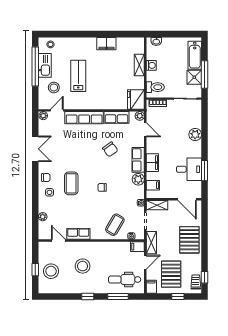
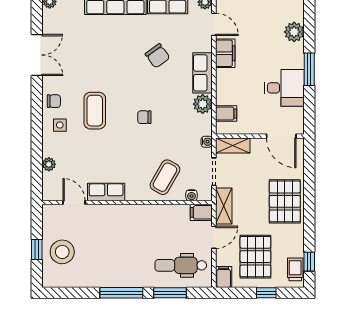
filing cabinet: (152, 163) -> (225, 53), moved
window: (205, 171) -> (309, 69), moved
stool: (83, 266) -> (113, 244), removed
window: (88, 297) -> (121, 293), width x2.17

